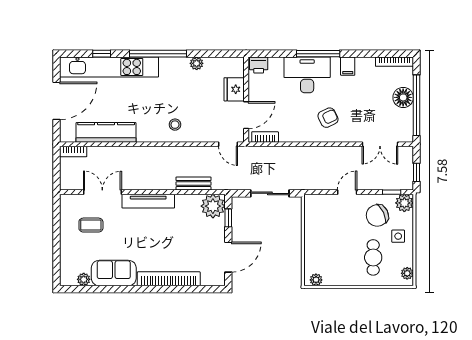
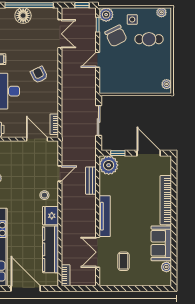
fridge: (234, 89) -> (50, 216), moved, turned 90
door: (228, 144) -> (60, 173), moved
door: (347, 192) -> (98, 60), hinge flipped

